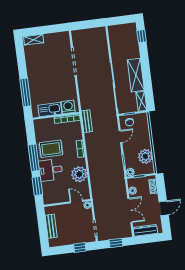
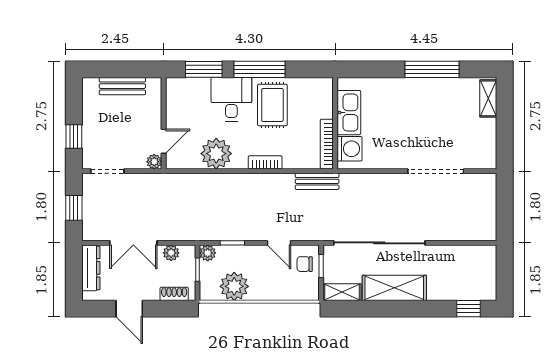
window: (25, 92) -> (432, 69), moved

